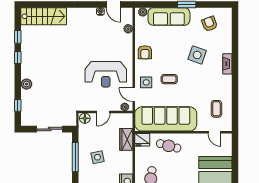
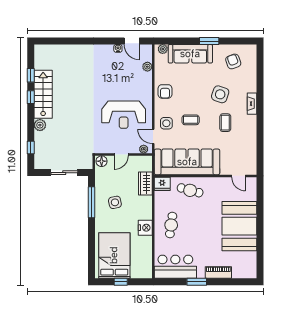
stairs: (44, 16) -> (43, 94), moved, turned -90
coffee table: (216, 109) -> (225, 123), moved

